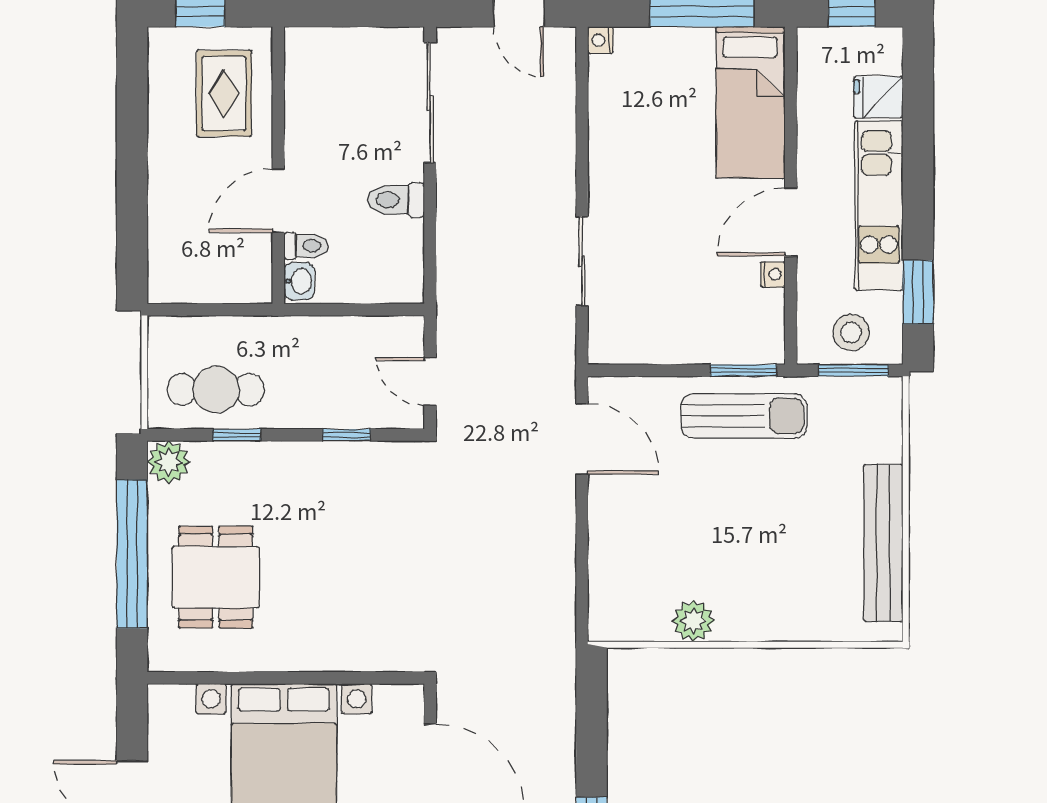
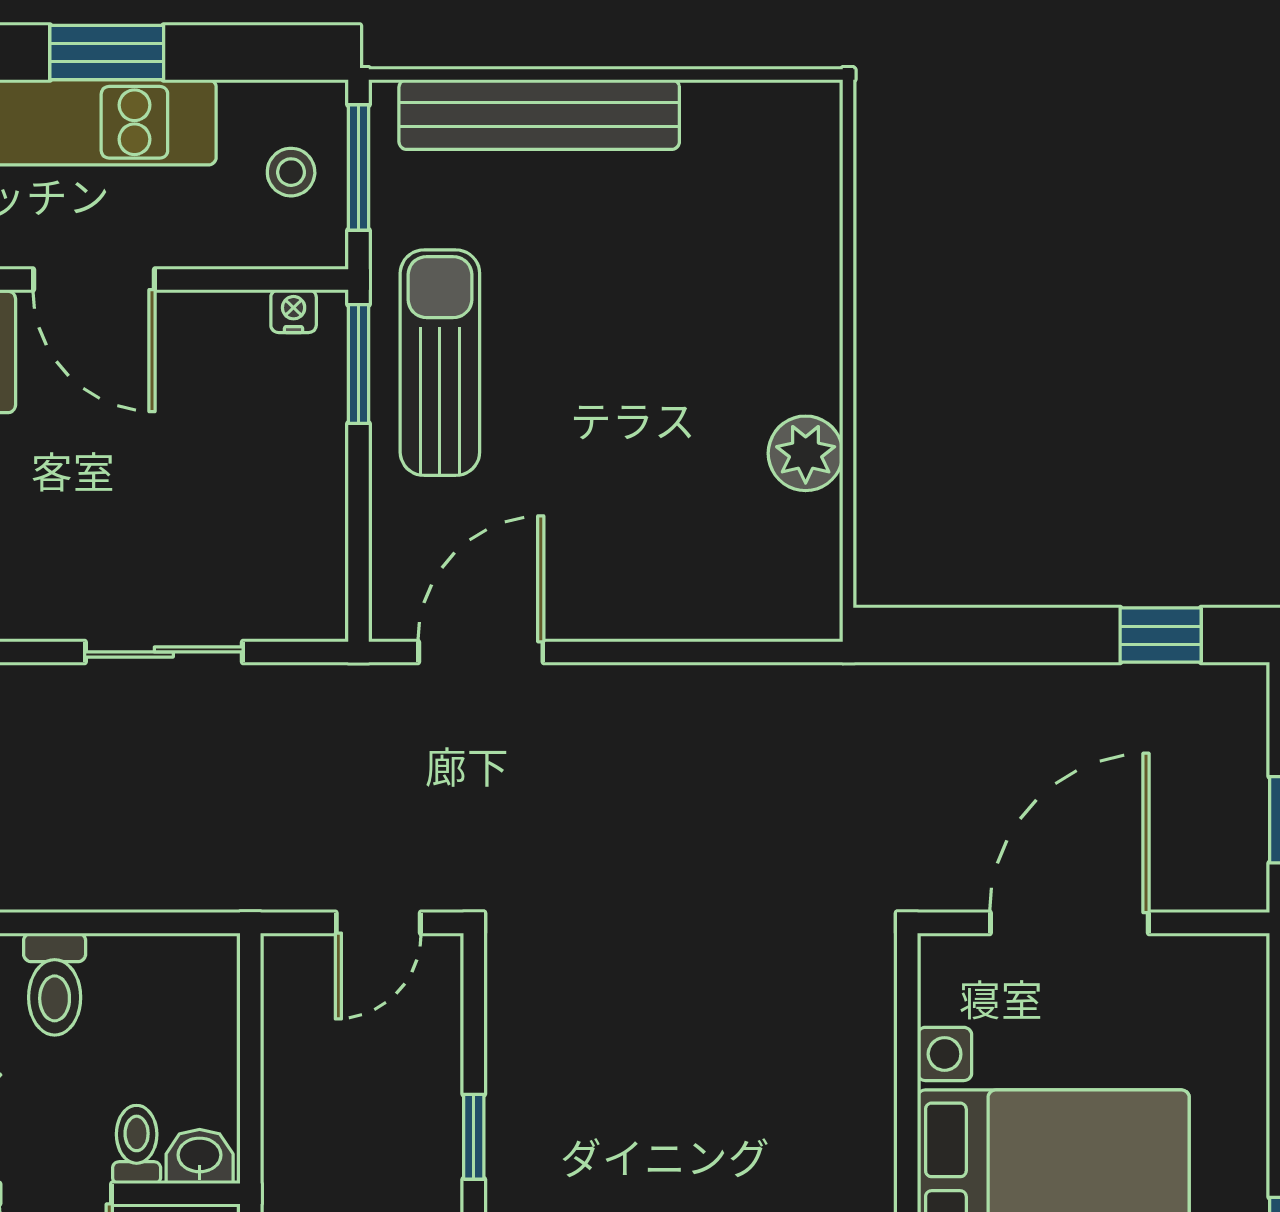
nightstand: (773, 275) -> (294, 311), moved
window: (918, 292) -> (107, 53), moved
stool: (851, 332) -> (291, 172), width x0.73, depth x0.73
window: (347, 435) -> (474, 1137), moved
bench: (883, 543) -> (539, 115), moved

